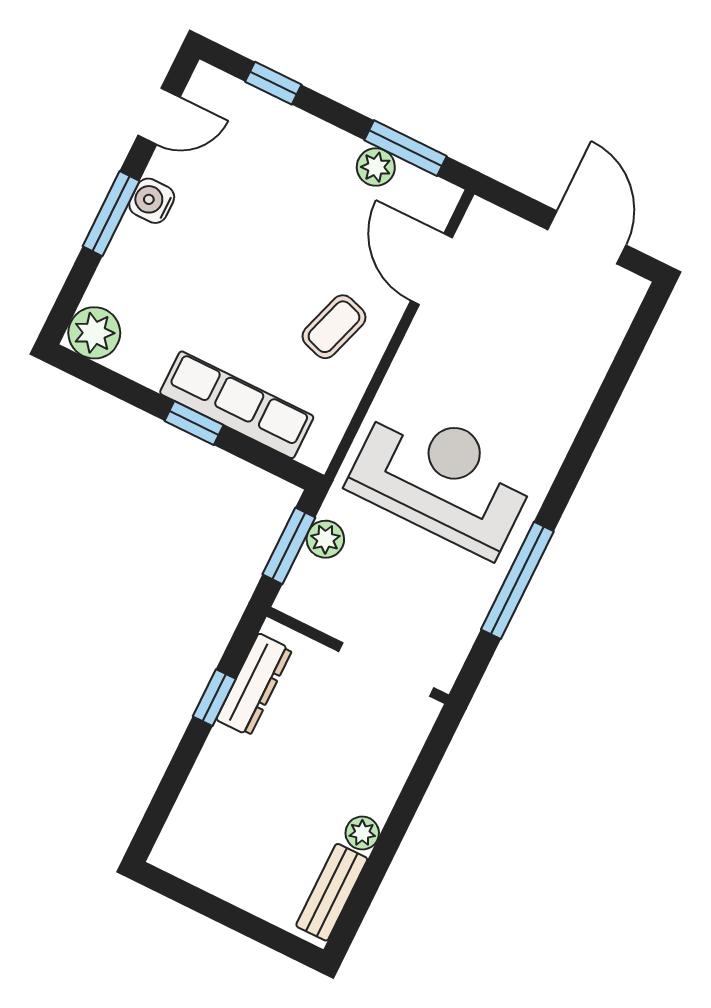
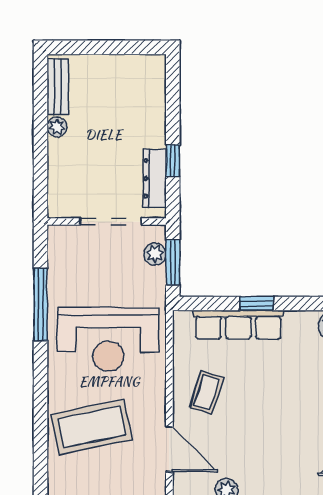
coffee table: (531, 360) -> (92, 427), added
plant: (325, 539) -> (155, 254), moved
doorway: (386, 670) -> (111, 222), moved

